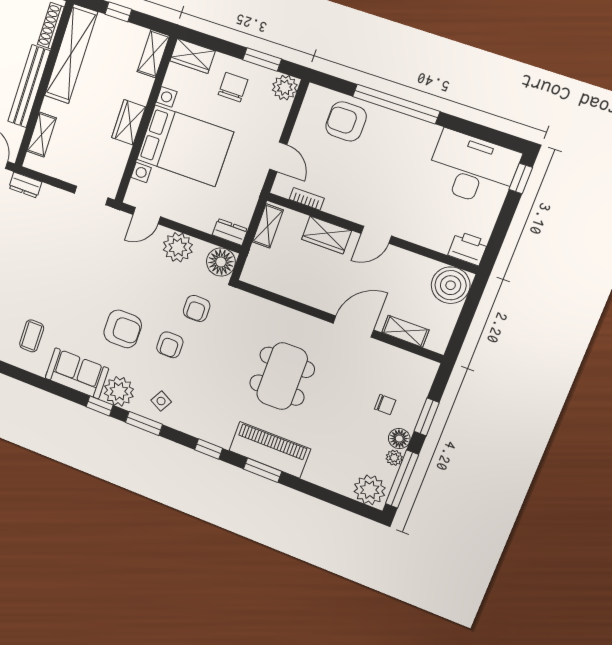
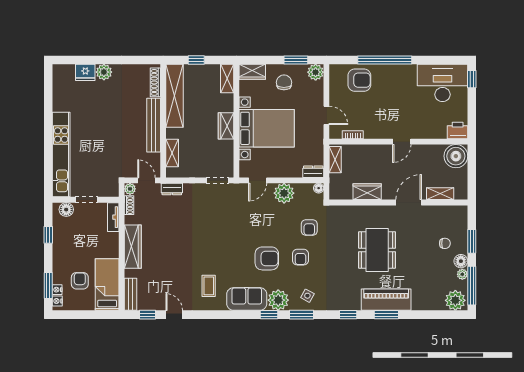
armchair: (346, 121) -> (359, 80), turned 180
wardrobe: (326, 235) -> (367, 192), moved, turned 180
floor lamp: (221, 262) -> (319, 188), width x0.53, depth x0.53

